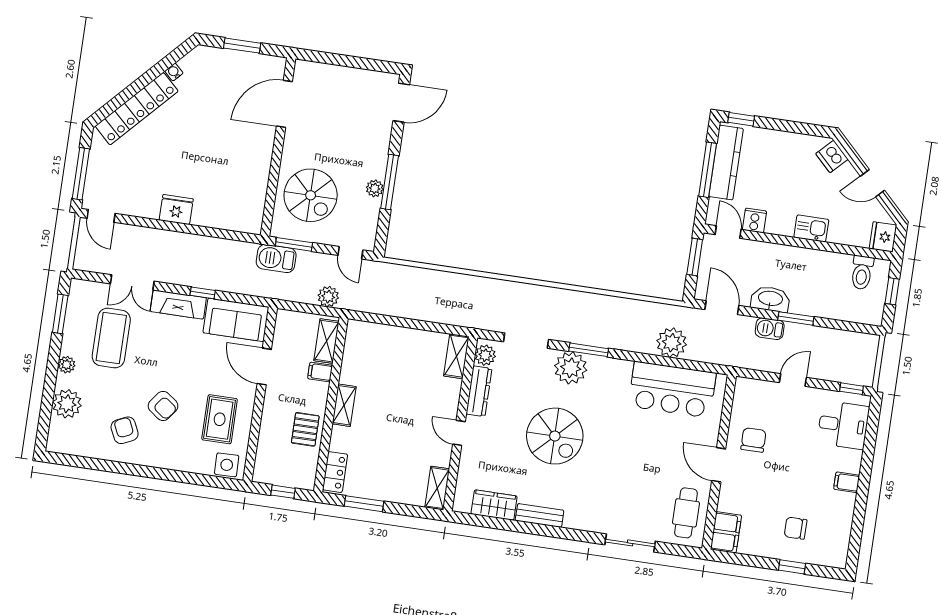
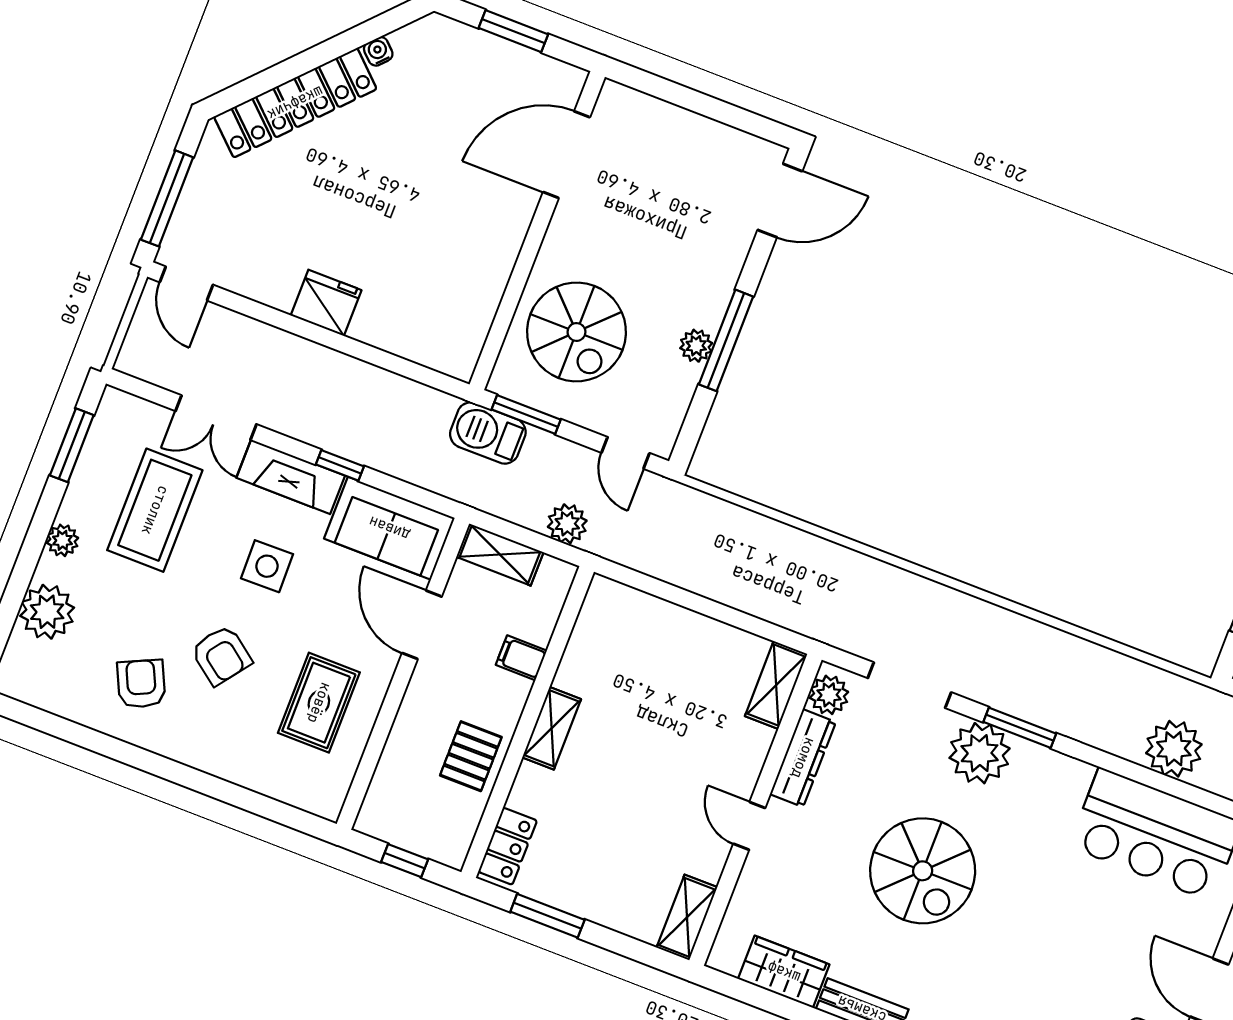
shelving: (326, 341) -> (500, 555), moved, turned 90
side table: (227, 465) -> (267, 566), moved

